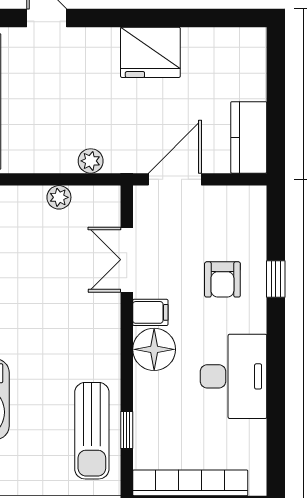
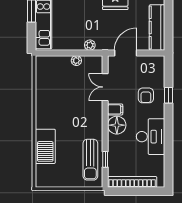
kitchen counter: (249, 137) -> (157, 28), width x1.50

